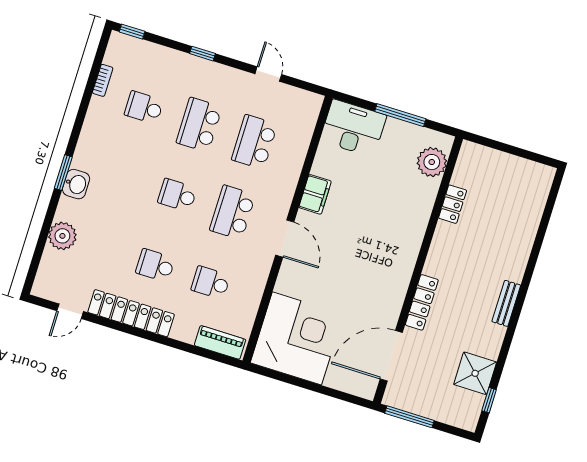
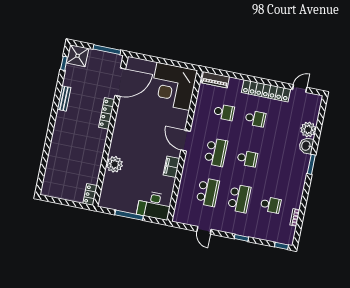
plant: (432, 162) -> (114, 164), moved
washbasin: (76, 184) -> (306, 146), moved
locker: (453, 204) -> (90, 195), moved
bench: (506, 303) -> (64, 98), moved
shower: (475, 373) -> (78, 56), moved

